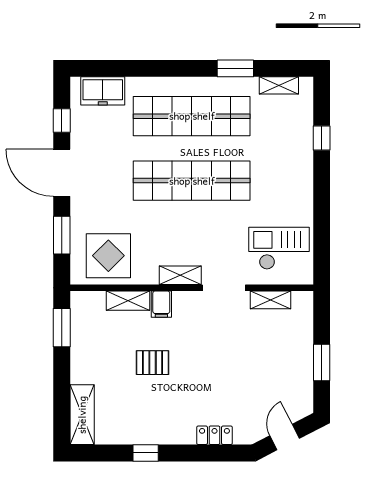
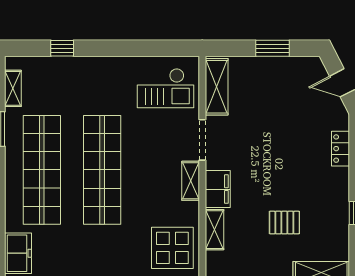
checkout: (279, 248) -> (165, 88), turned -90
shelving: (270, 300) -> (217, 87), width x1.50, depth x1.33
filing cabinet: (161, 304) -> (218, 189), width x2.00
pallet: (153, 363) -> (284, 223), moved, turned 90

